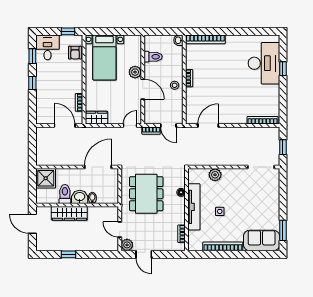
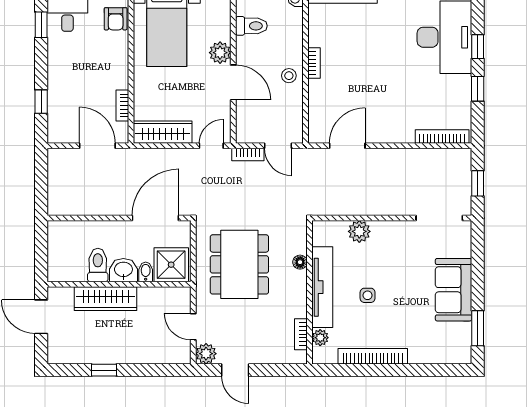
window: (32, 83) -> (41, 102), moved
window: (283, 93) -> (478, 89), added
wardrobe: (97, 118) -> (163, 132), width x1.50
shower: (46, 178) -> (171, 265), moved
plant: (193, 236) -> (320, 338), added
sofa: (262, 240) -> (454, 290), moved, turned -90

